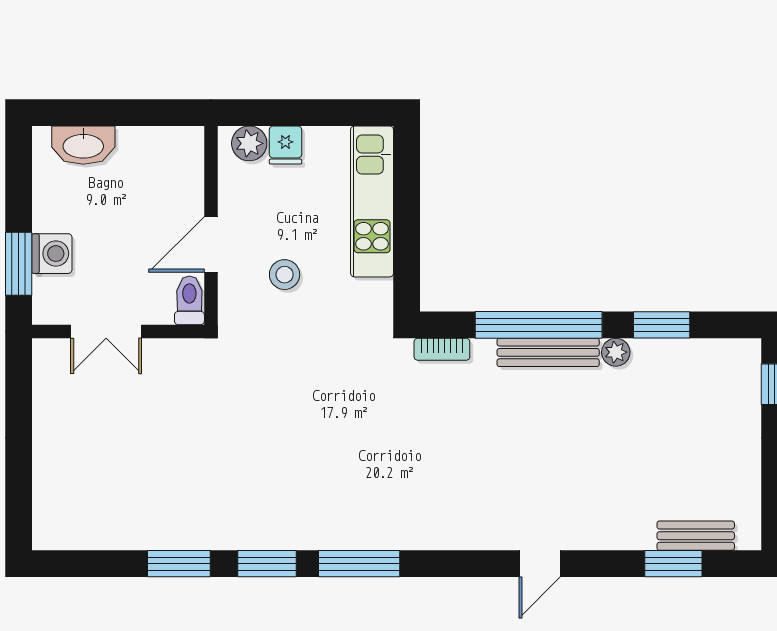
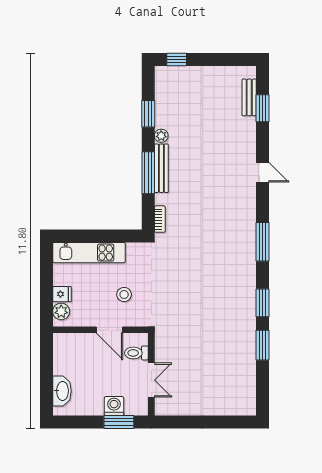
toilet: (189, 300) -> (136, 353), moved
window: (539, 325) -> (148, 173), width x0.68
window: (359, 564) -> (263, 242), moved

